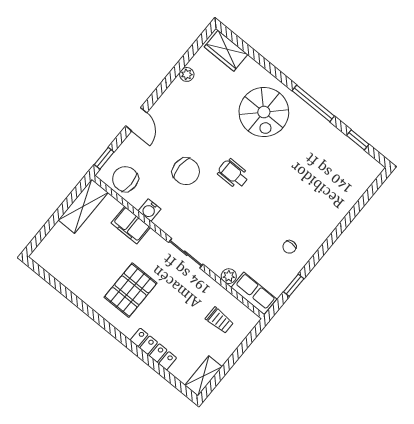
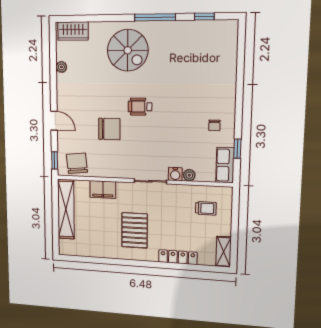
chair: (125, 179) -> (77, 163), turned 84
shelving: (83, 206) -> (66, 209), width x1.47
water cooler: (149, 210) -> (175, 174), moved
row of seats: (254, 293) -> (225, 165), moved, turned -90

